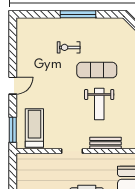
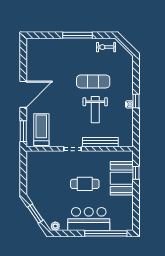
exercise bike: (69, 47) -> (106, 47), moved
door: (13, 86) -> (23, 94), width x1.88
bench: (105, 143) -> (100, 142), width x1.36

